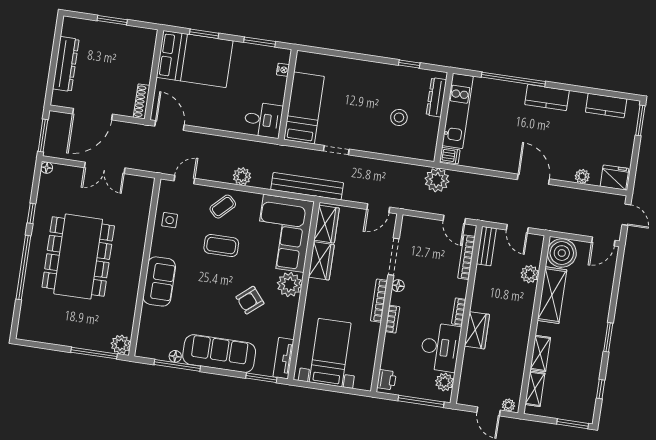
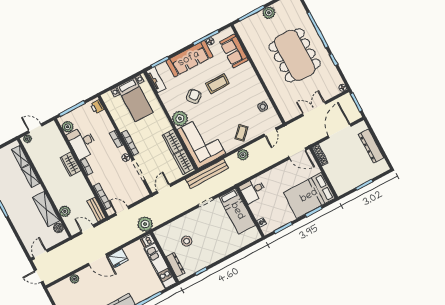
fridge: (614, 177) -> (118, 258), moved
coffee table: (221, 246) -> (218, 84), moved
boiler: (562, 253) -> (58, 228), width x0.54, depth x0.54
sofa: (159, 281) -> (234, 51), moved
plant: (121, 344) -> (269, 13), moved

